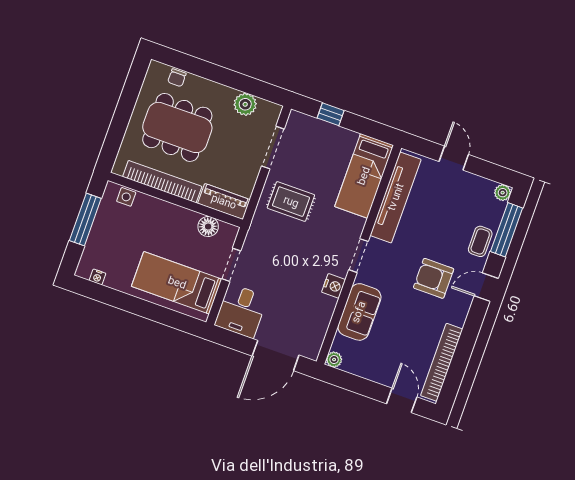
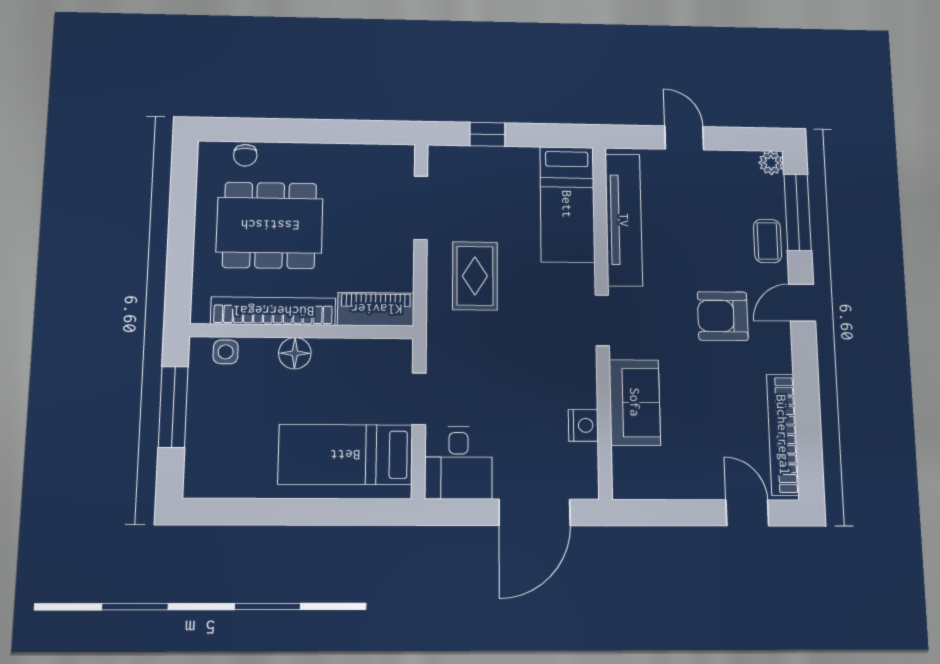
plant: (245, 104) -> (359, 160), removed
rug: (291, 202) -> (475, 276), turned 90
floor lamp: (208, 227) -> (295, 353), moved
nightstand: (97, 277) -> (220, 488), removed
nightstand: (334, 286) -> (583, 425), moved
plant: (334, 360) -> (624, 487), removed

